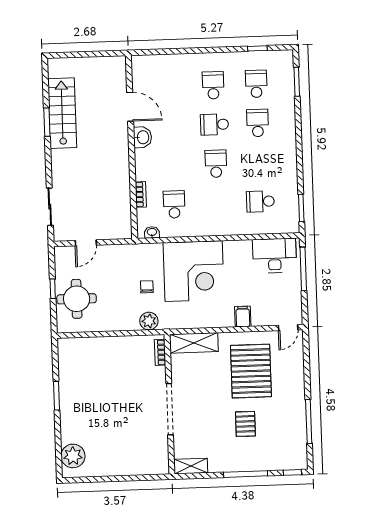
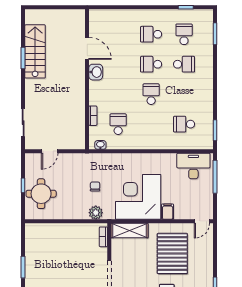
school desk: (213, 85) -> (151, 34), turned -90
school desk: (258, 123) -> (184, 64), turned 90
corner desk: (194, 271) -> (138, 197), moved, turned 180

